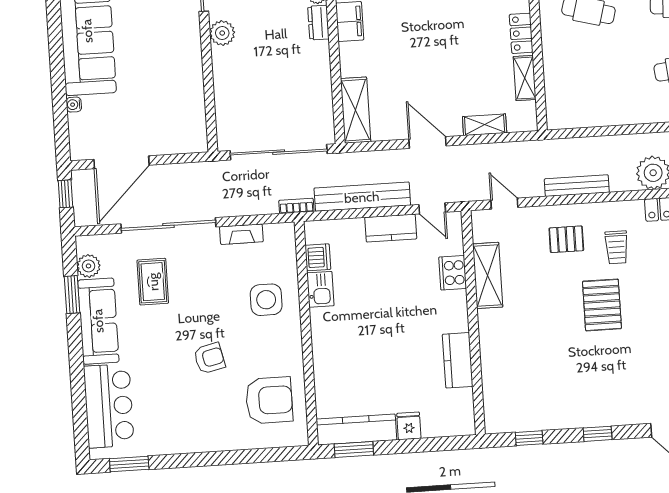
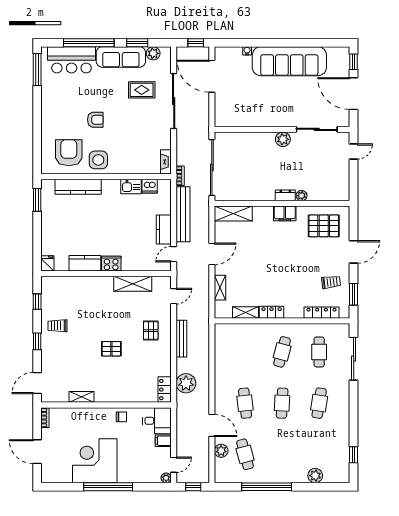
fireplace: (241, 234) -> (166, 162), moved
trolley: (617, 247) -> (57, 326), moved
cooker: (453, 273) -> (111, 264), moved
side table: (266, 300) -> (98, 160), moved
pallet: (602, 305) -> (111, 349), width x0.67, depth x0.71
armchair: (209, 358) -> (95, 120), turned -77
window: (77, 378) -> (89, 43), added
armchair: (269, 400) -> (69, 153), turned 180
fridge: (409, 426) -> (47, 263), moved, turned -90
kitchen counter: (356, 430) -> (78, 187), moved, turned 90
window: (129, 464) -> (37, 69), width x1.44

